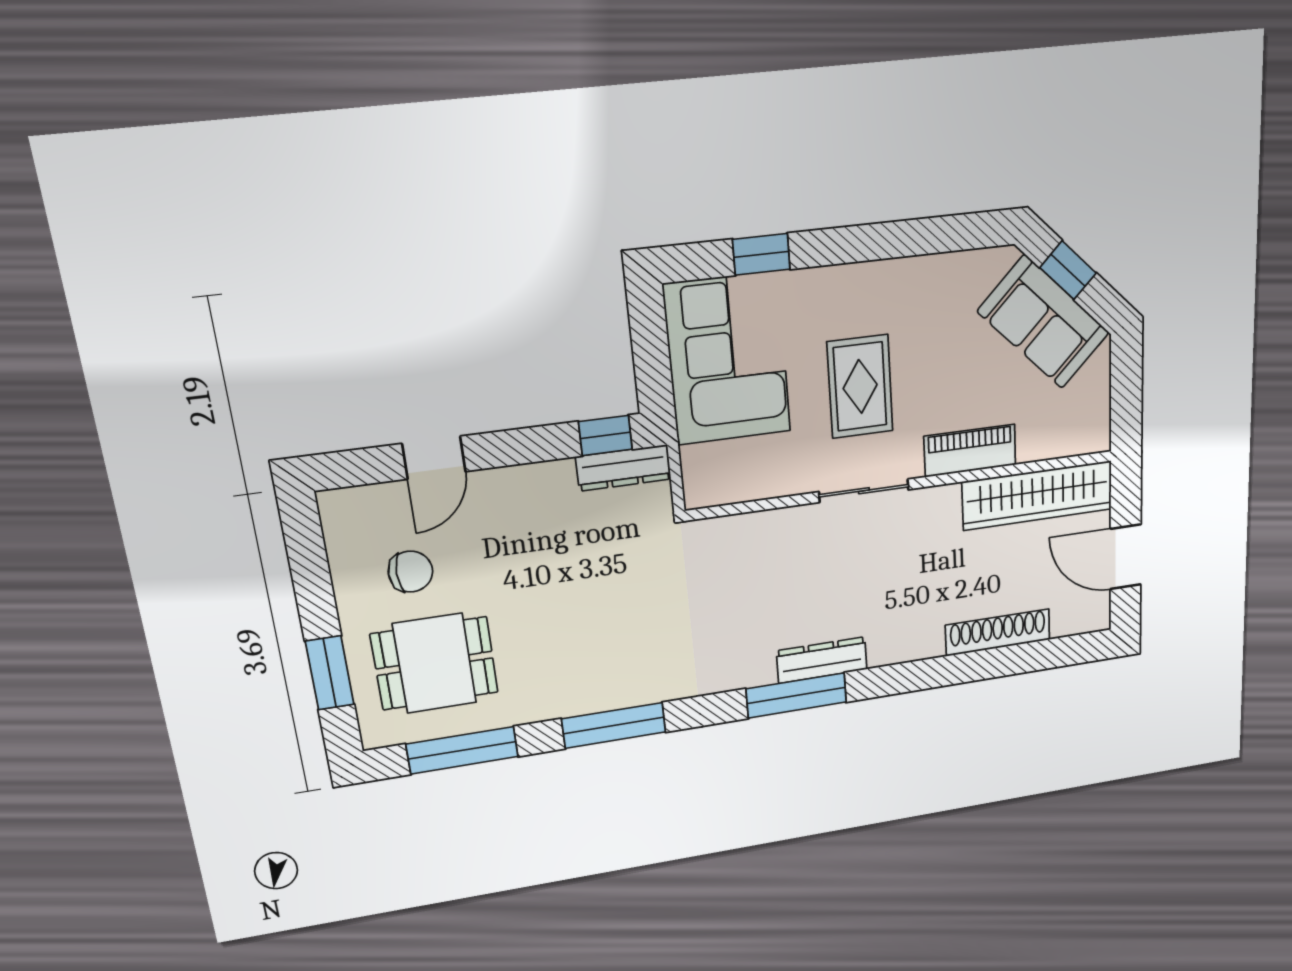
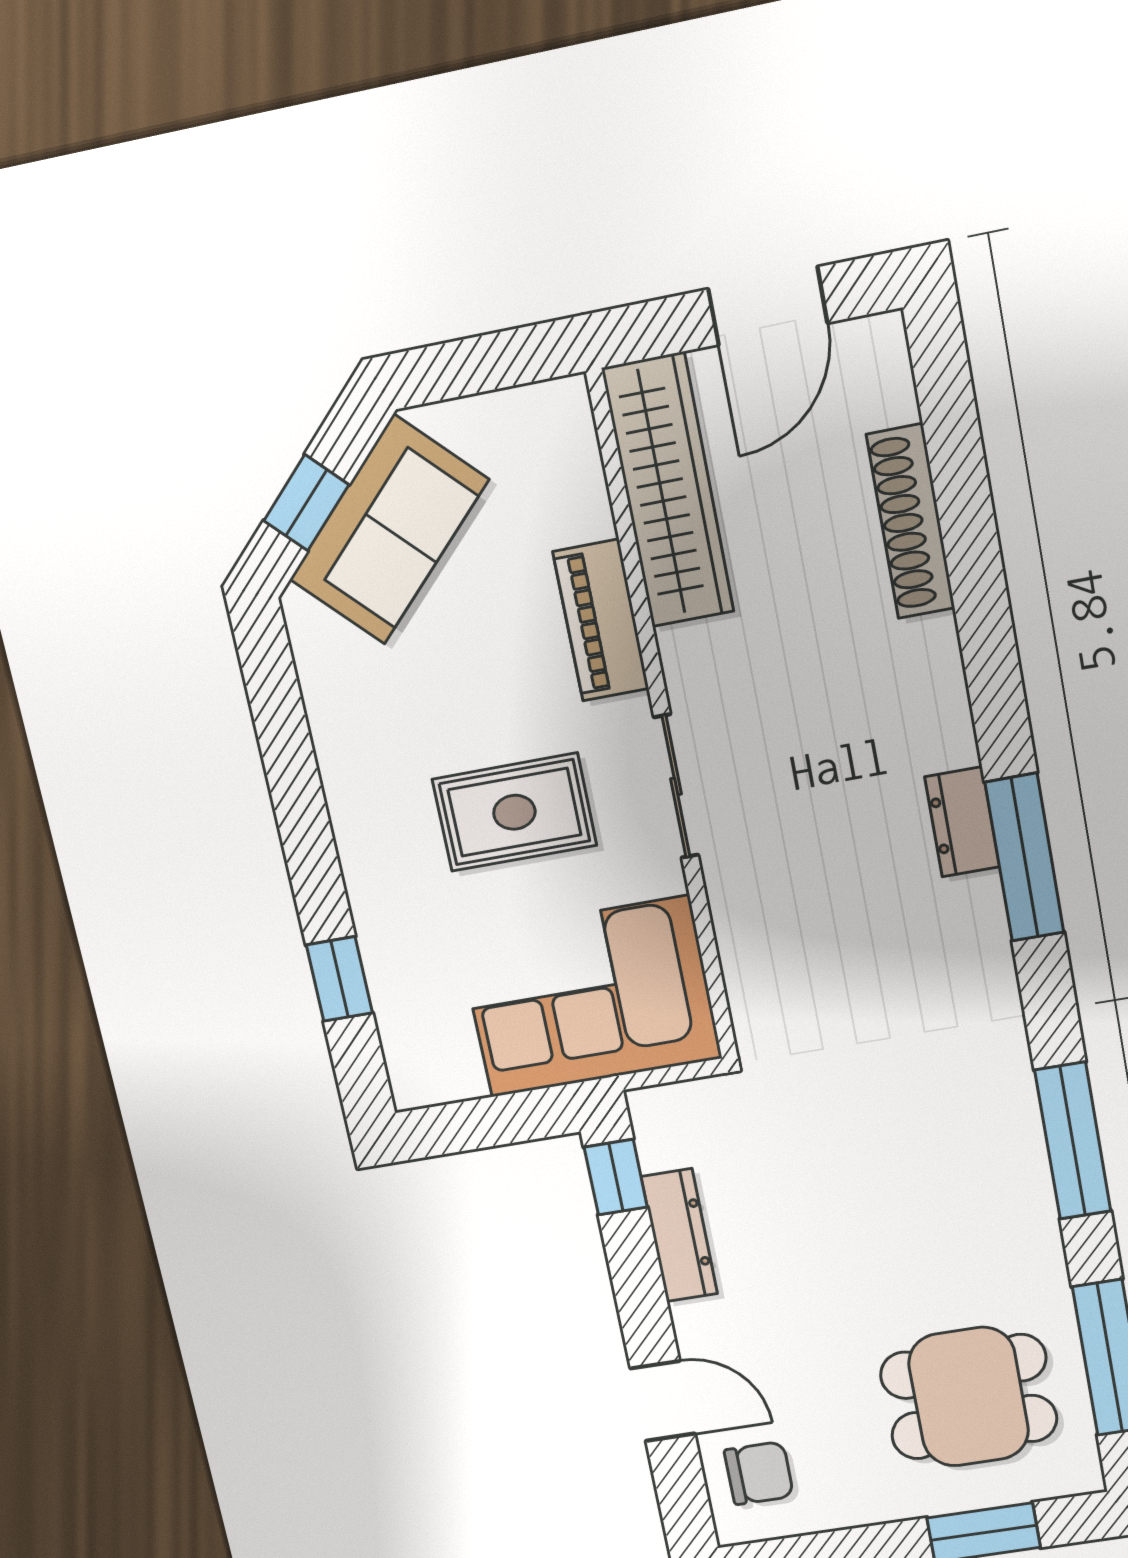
corner sofa: (728, 359) -> (590, 997), moved
dresser: (624, 468) -> (679, 1235), moved
chair: (410, 572) -> (759, 1473), moved, turned 90
dresser: (822, 660) -> (962, 822), width x0.70
dining table: (435, 663) -> (969, 1397), turned 90

